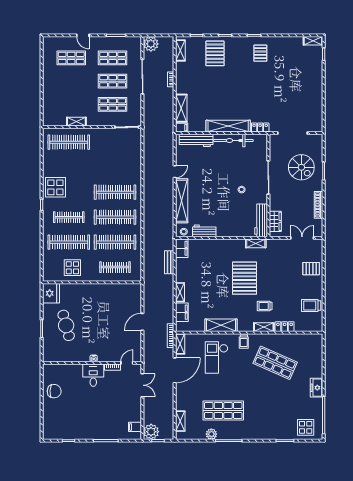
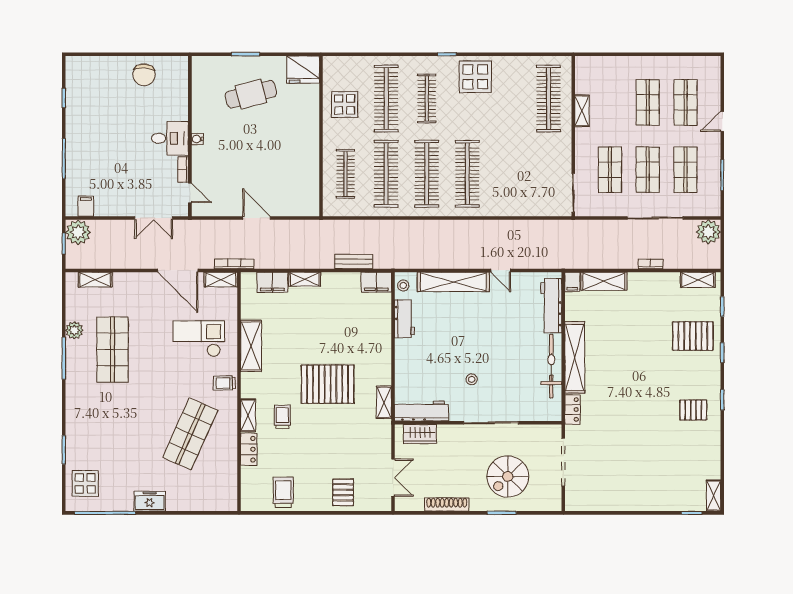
shop shelf: (71, 81) -> (648, 103), added

